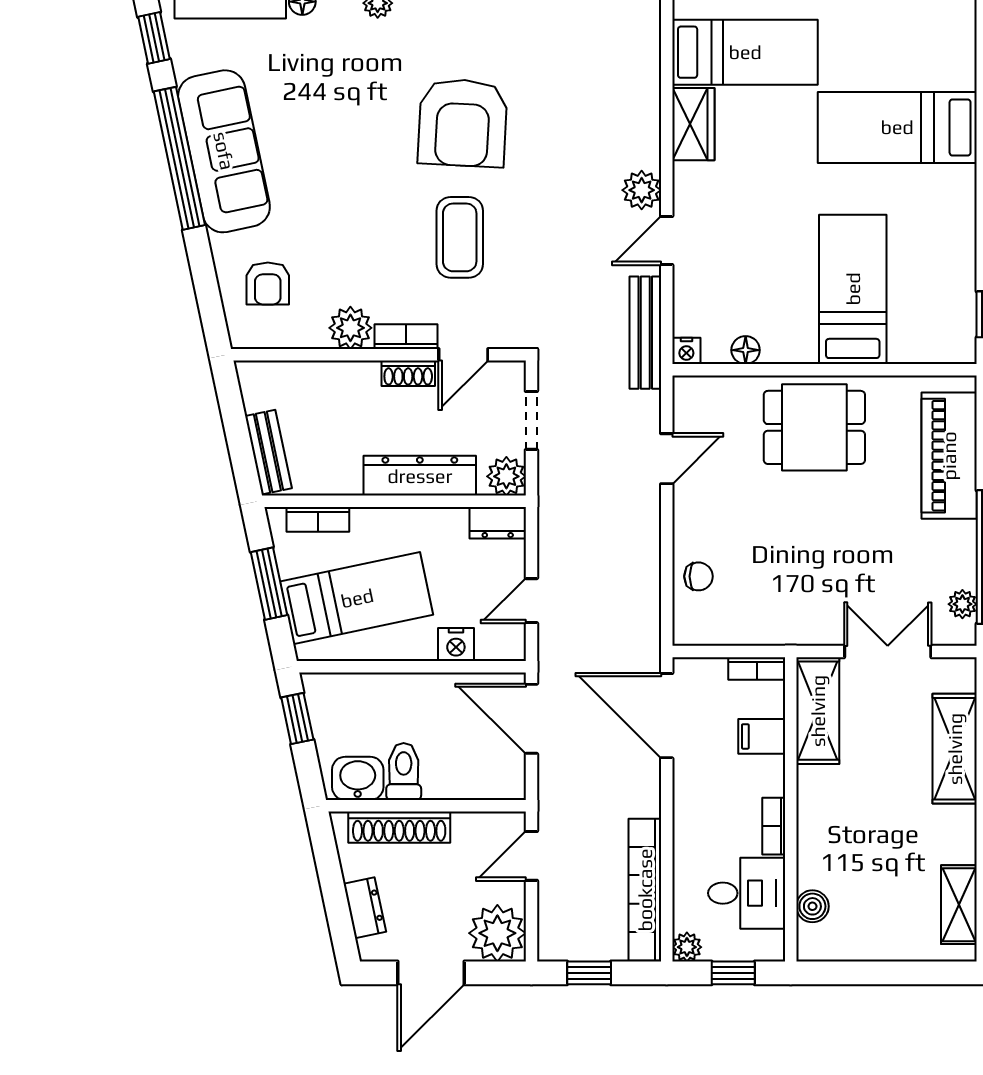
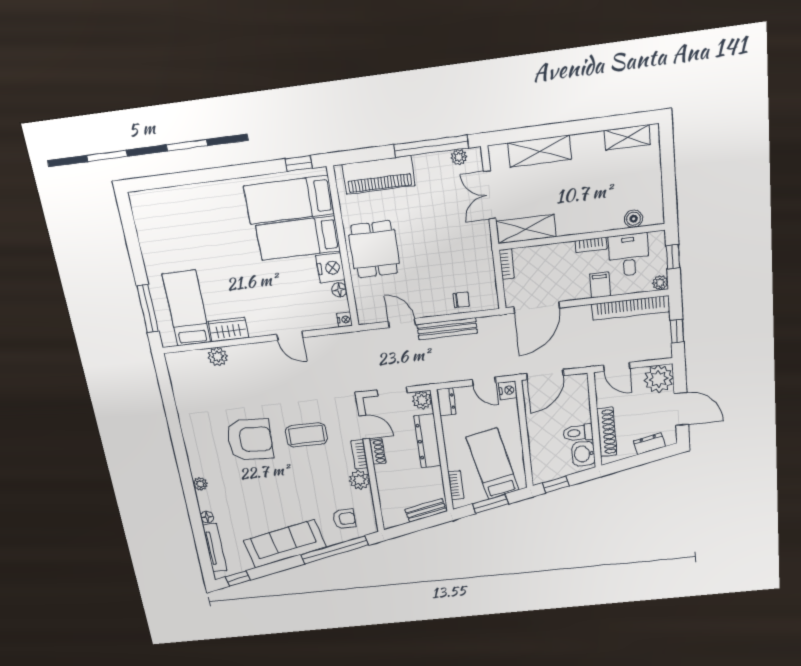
bed: (897, 127) -> (289, 200), moved, turned 90
window: (179, 158) -> (334, 550), moved
plant: (642, 190) -> (218, 357), moved
bench: (645, 333) -> (447, 329), moved
nightstand: (789, 340) -> (330, 268), added
chair: (698, 576) -> (461, 300), turned 90
nightstand: (456, 644) -> (508, 390), moved
filing cabinet: (762, 736) -> (600, 285), moved, turned 180

